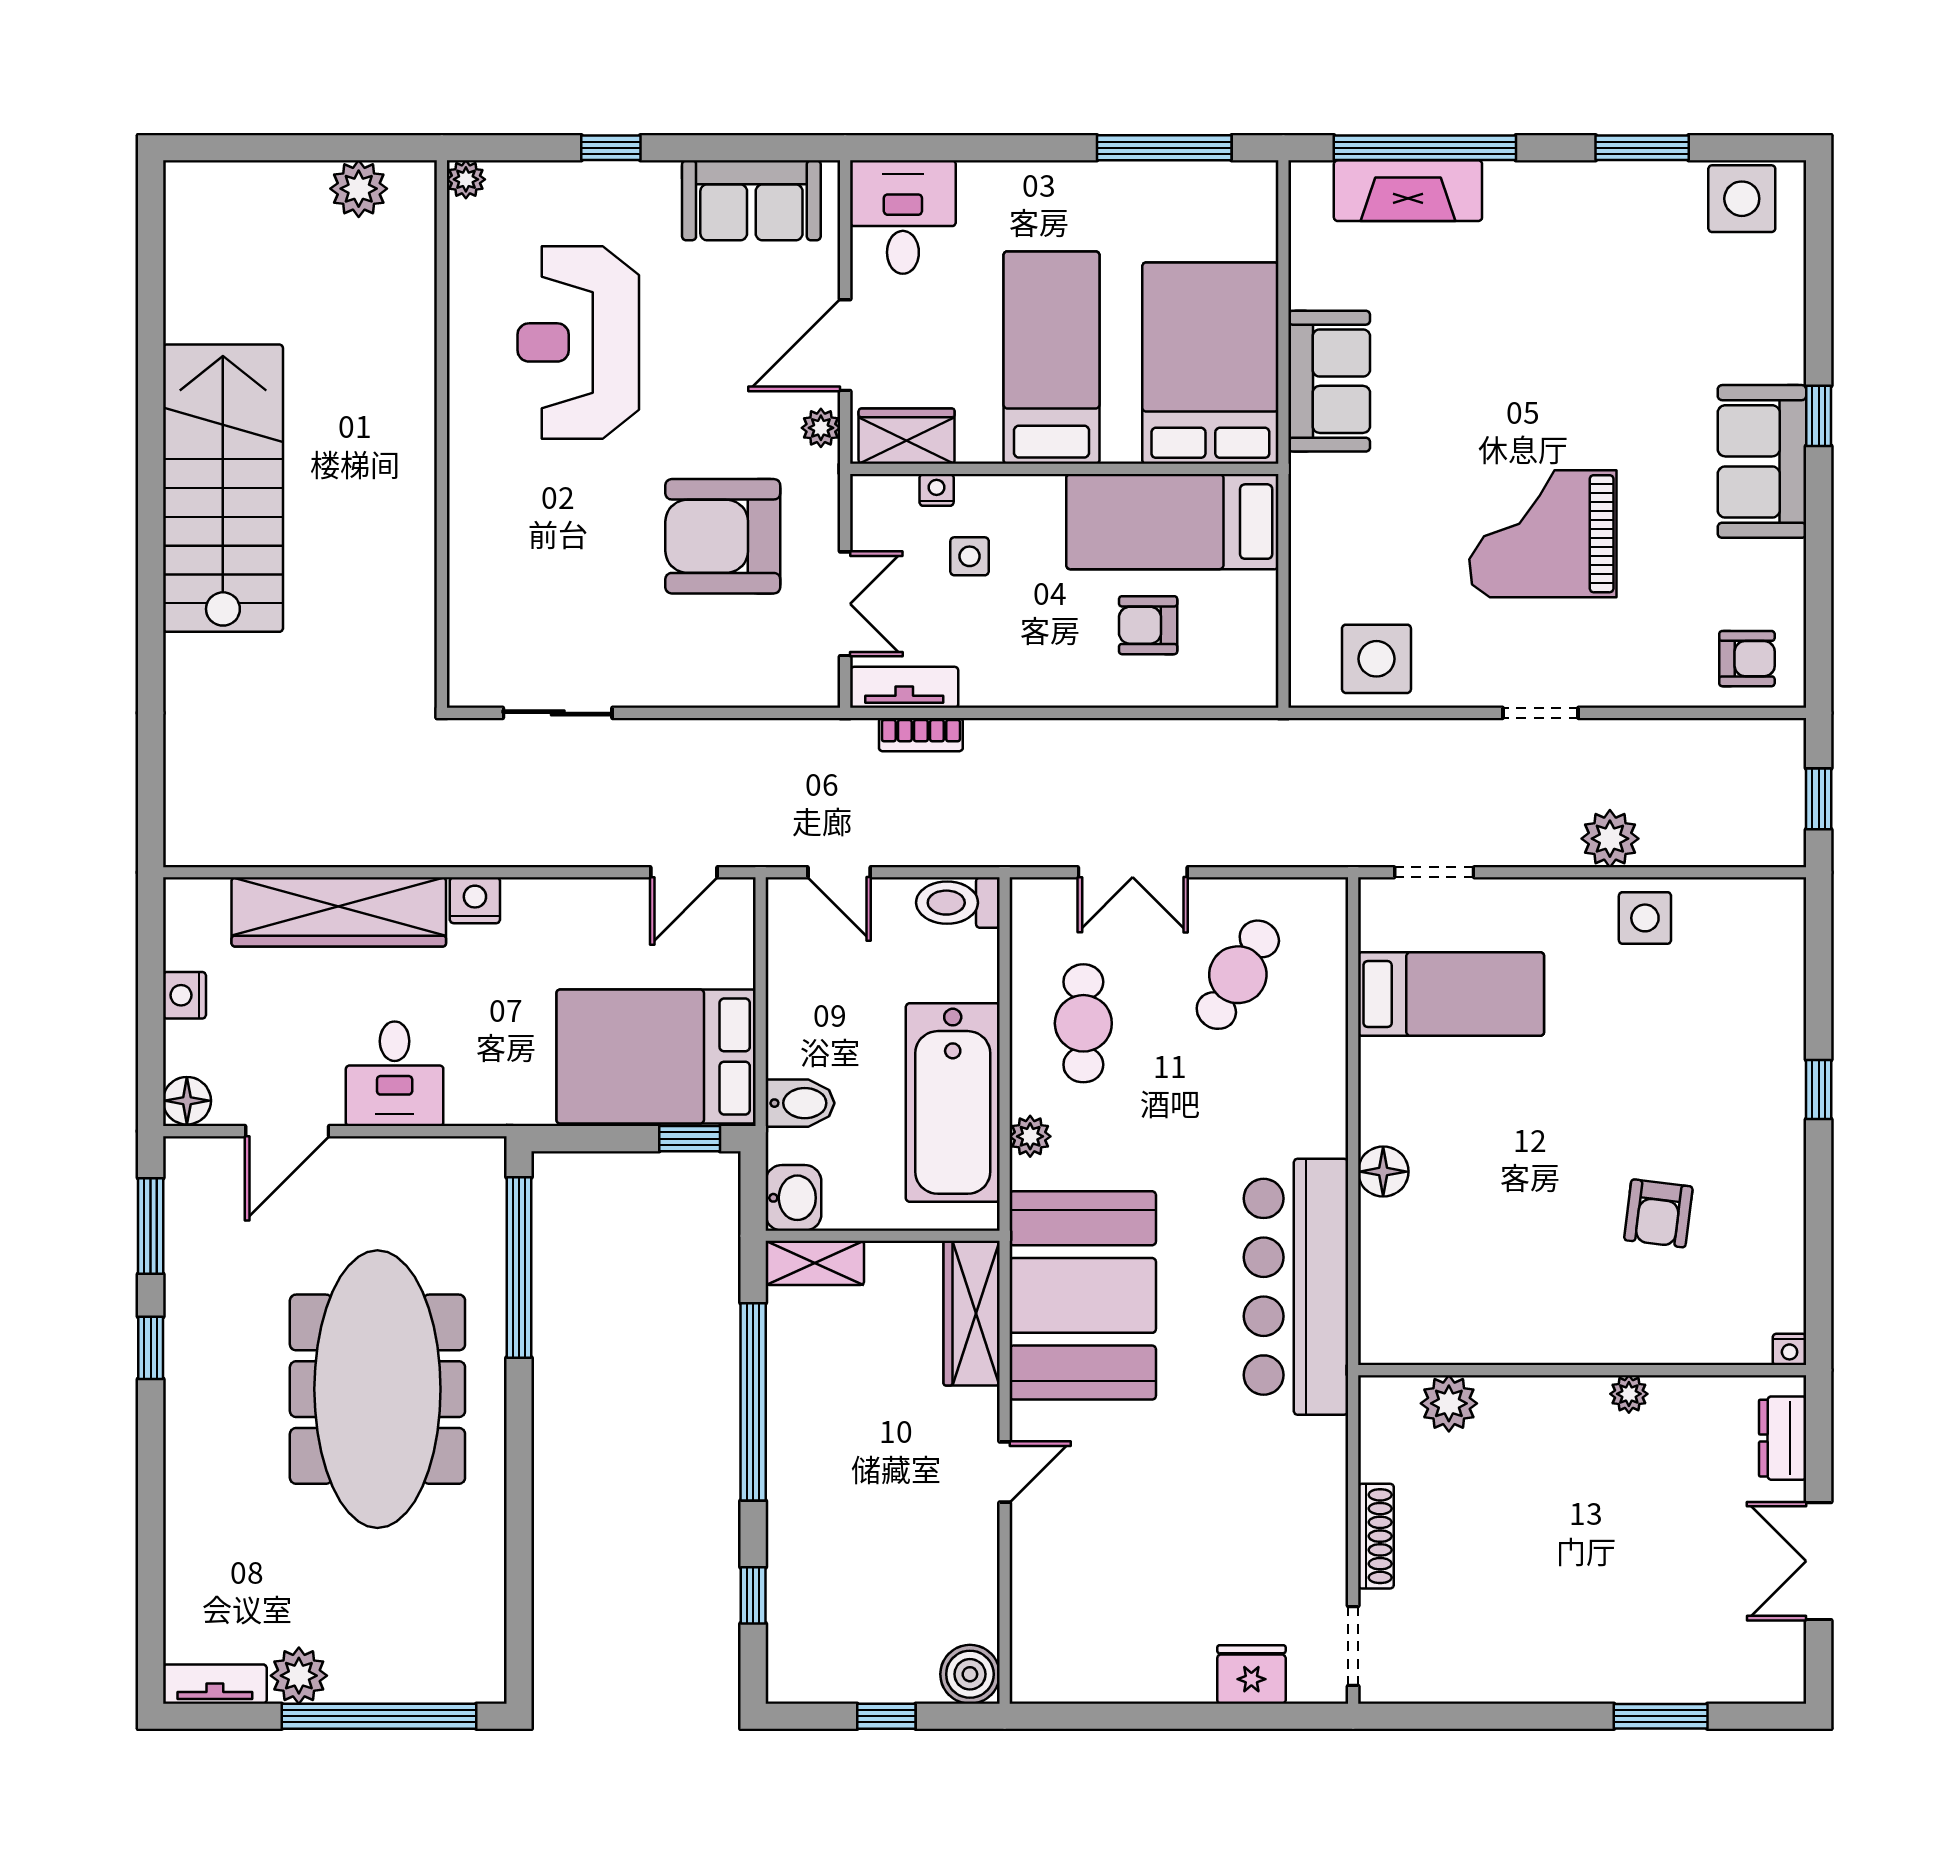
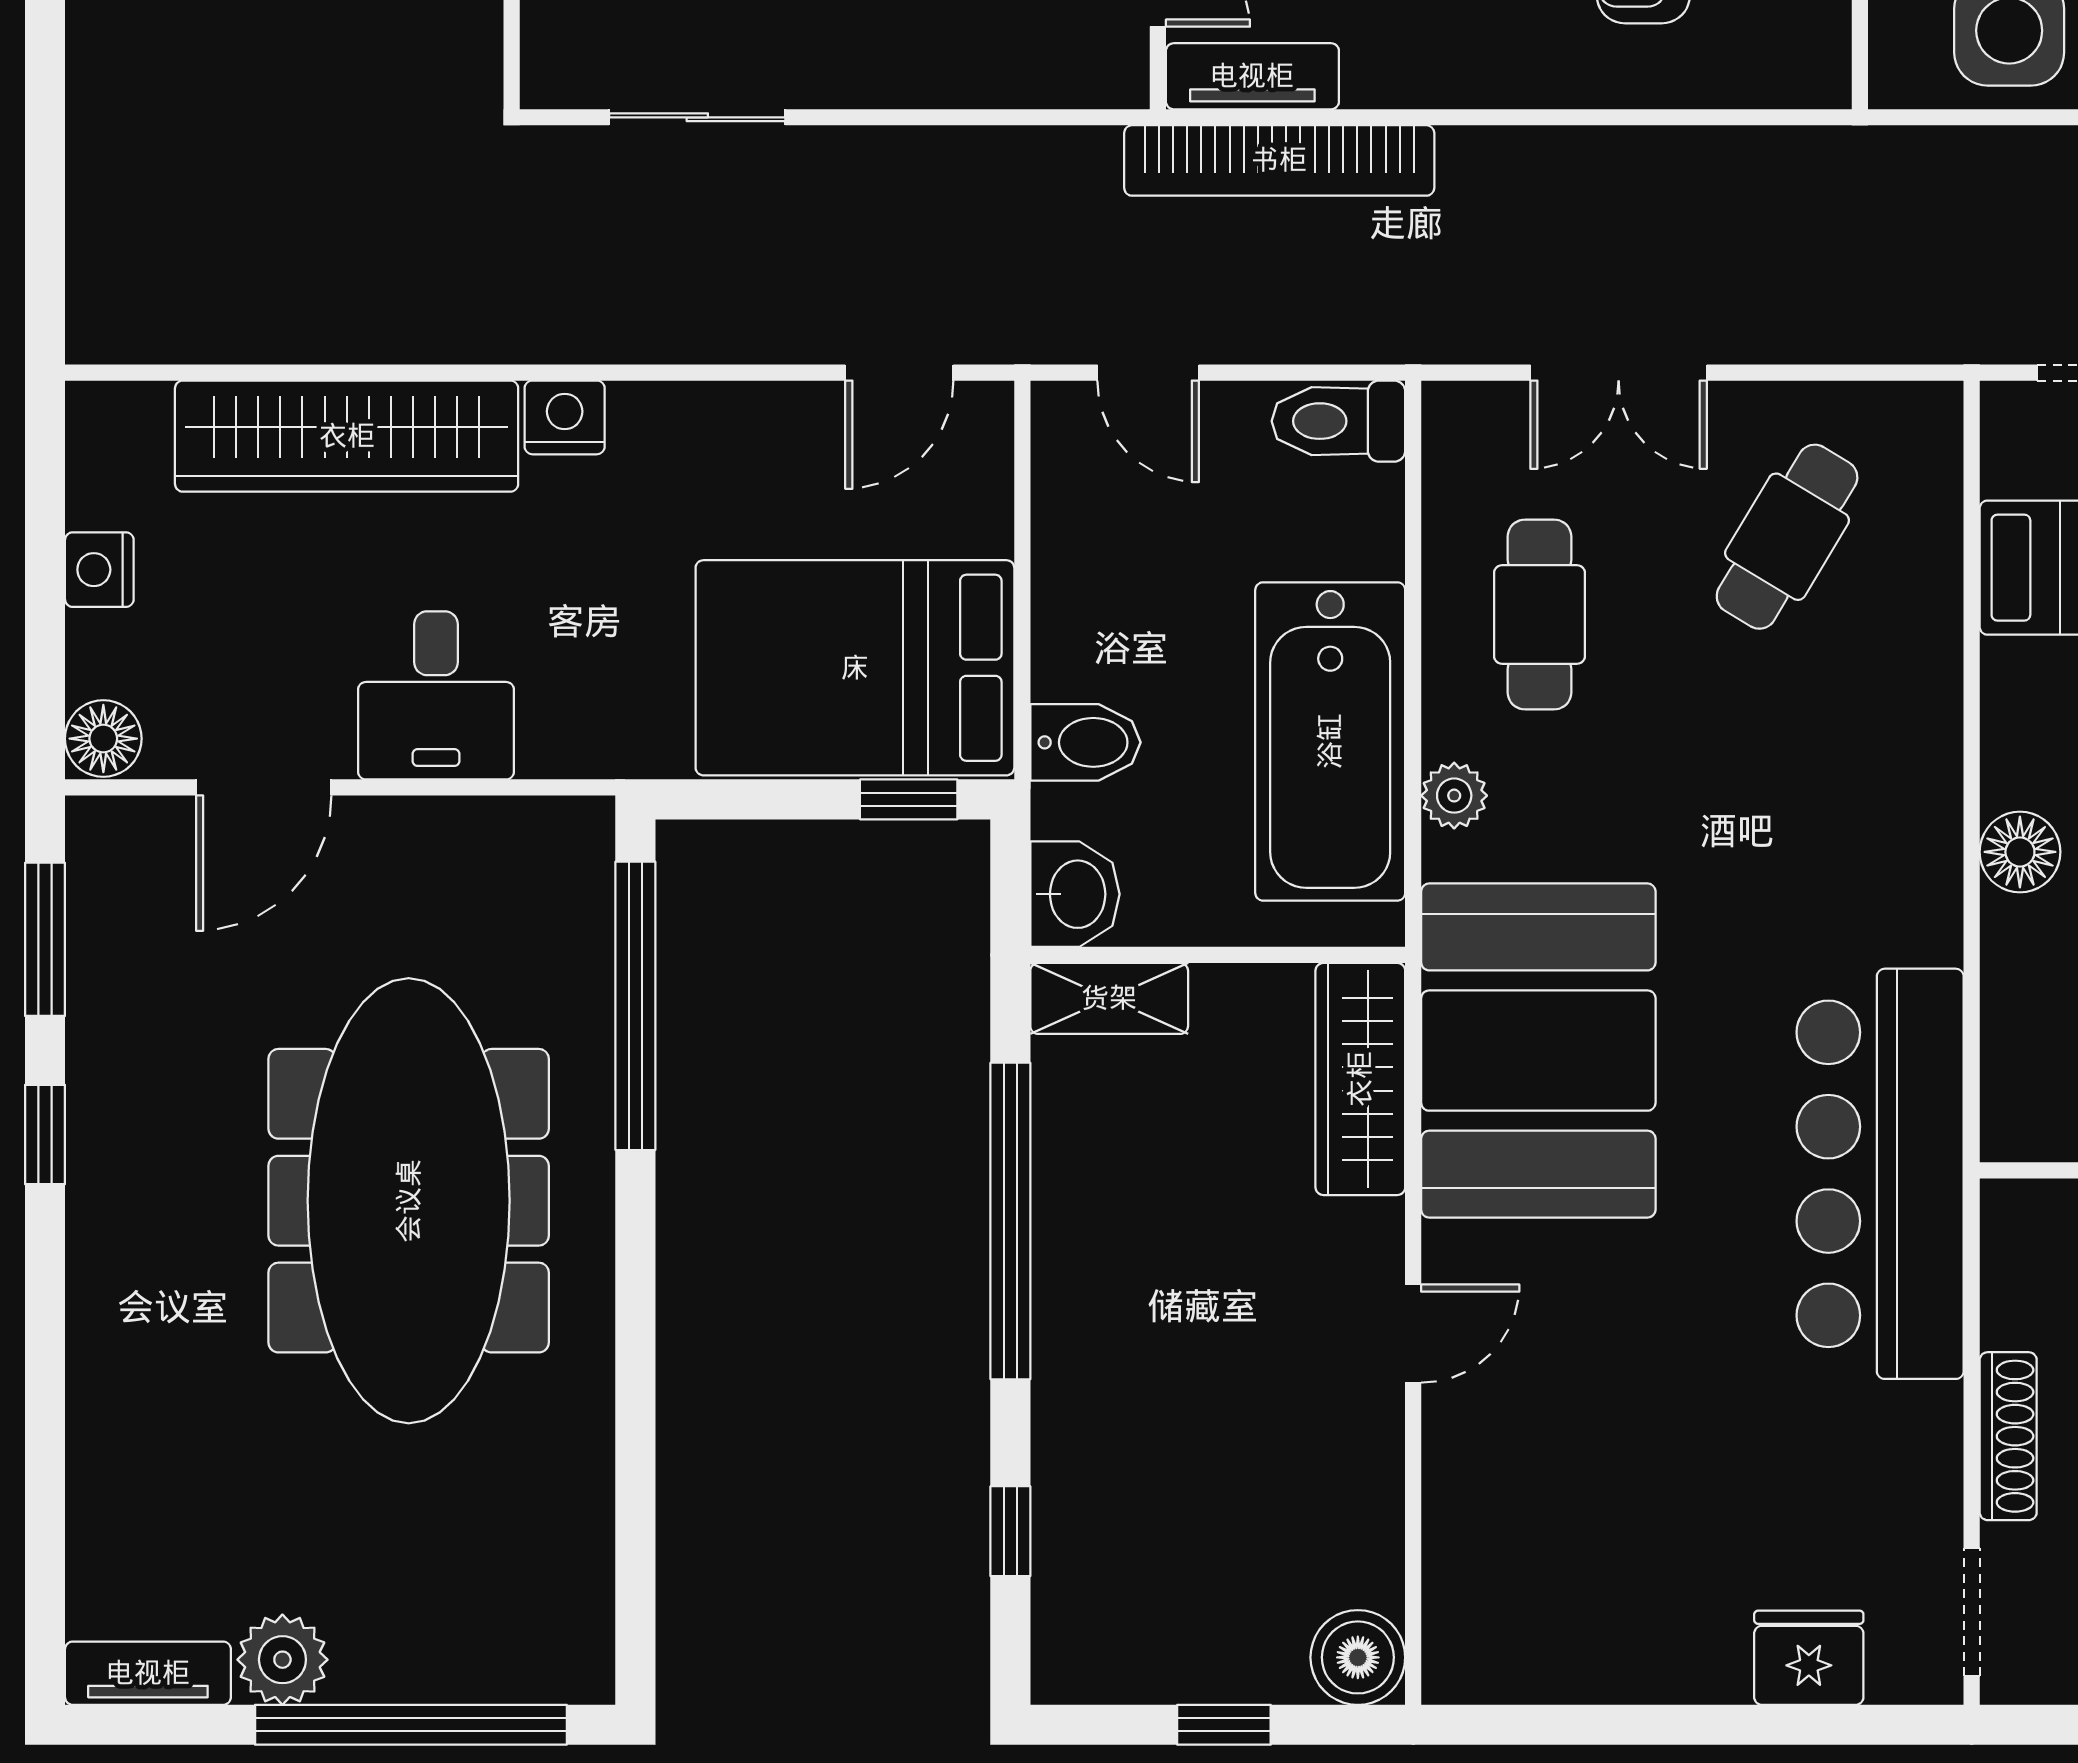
bookcase: (921, 735) -> (1279, 160), width x2.31, depth x1.31
bar counter: (1296, 1287) -> (1880, 1174), moved

